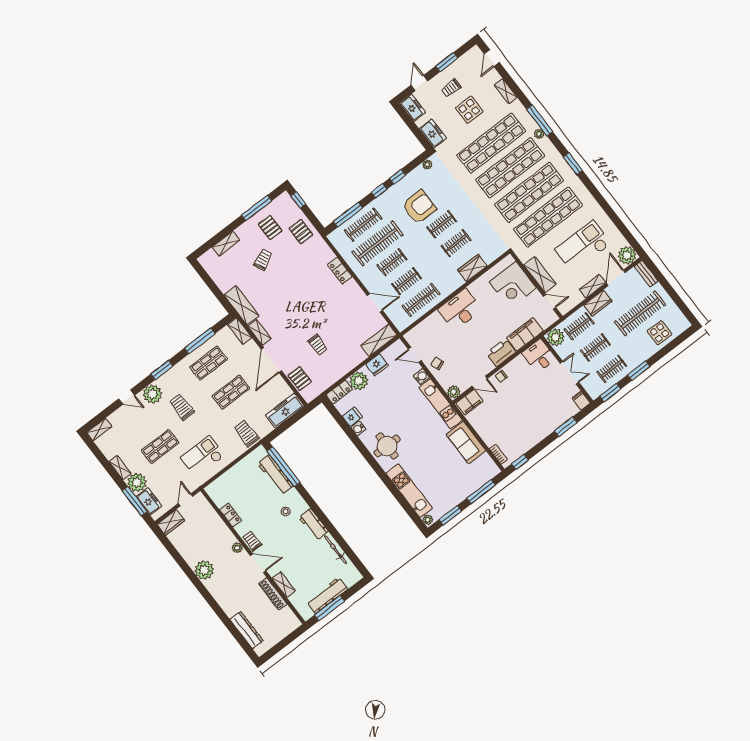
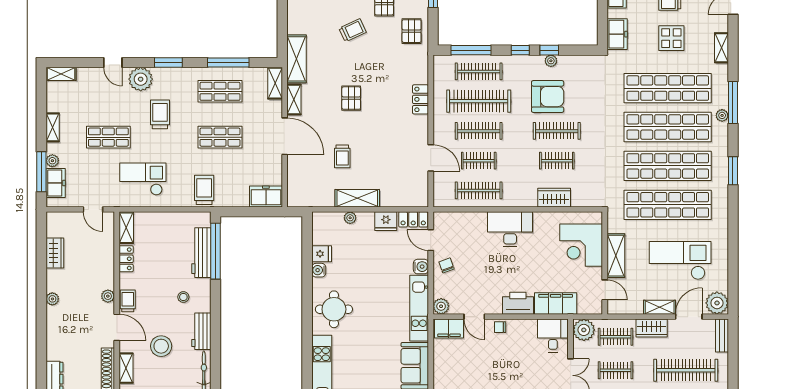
plant: (427, 165) -> (551, 61), moved
clothes rail: (442, 224) -> (557, 131), width x1.36
clothes rail: (392, 262) -> (479, 131), width x1.36
shelving: (379, 340) -> (357, 198), moved
door: (272, 360) -> (285, 136), swing flipped
pallet: (300, 379) -> (351, 98), moved
plant: (359, 381) -> (350, 218), width x0.53, depth x0.53
locker: (339, 392) -> (413, 219), moved
freezer: (285, 411) -> (266, 196), width x0.71
plant: (137, 482) -> (52, 161), width x0.53, depth x0.53
shelving: (216, 495) -> (126, 228), added
door: (186, 500) -> (93, 209), swing flipped
wardrobe: (171, 522) -> (55, 253), moved, turned -90
stool: (295, 553) -> (161, 346), added
plant: (204, 570) -> (52, 299), width x0.53, depth x0.53

